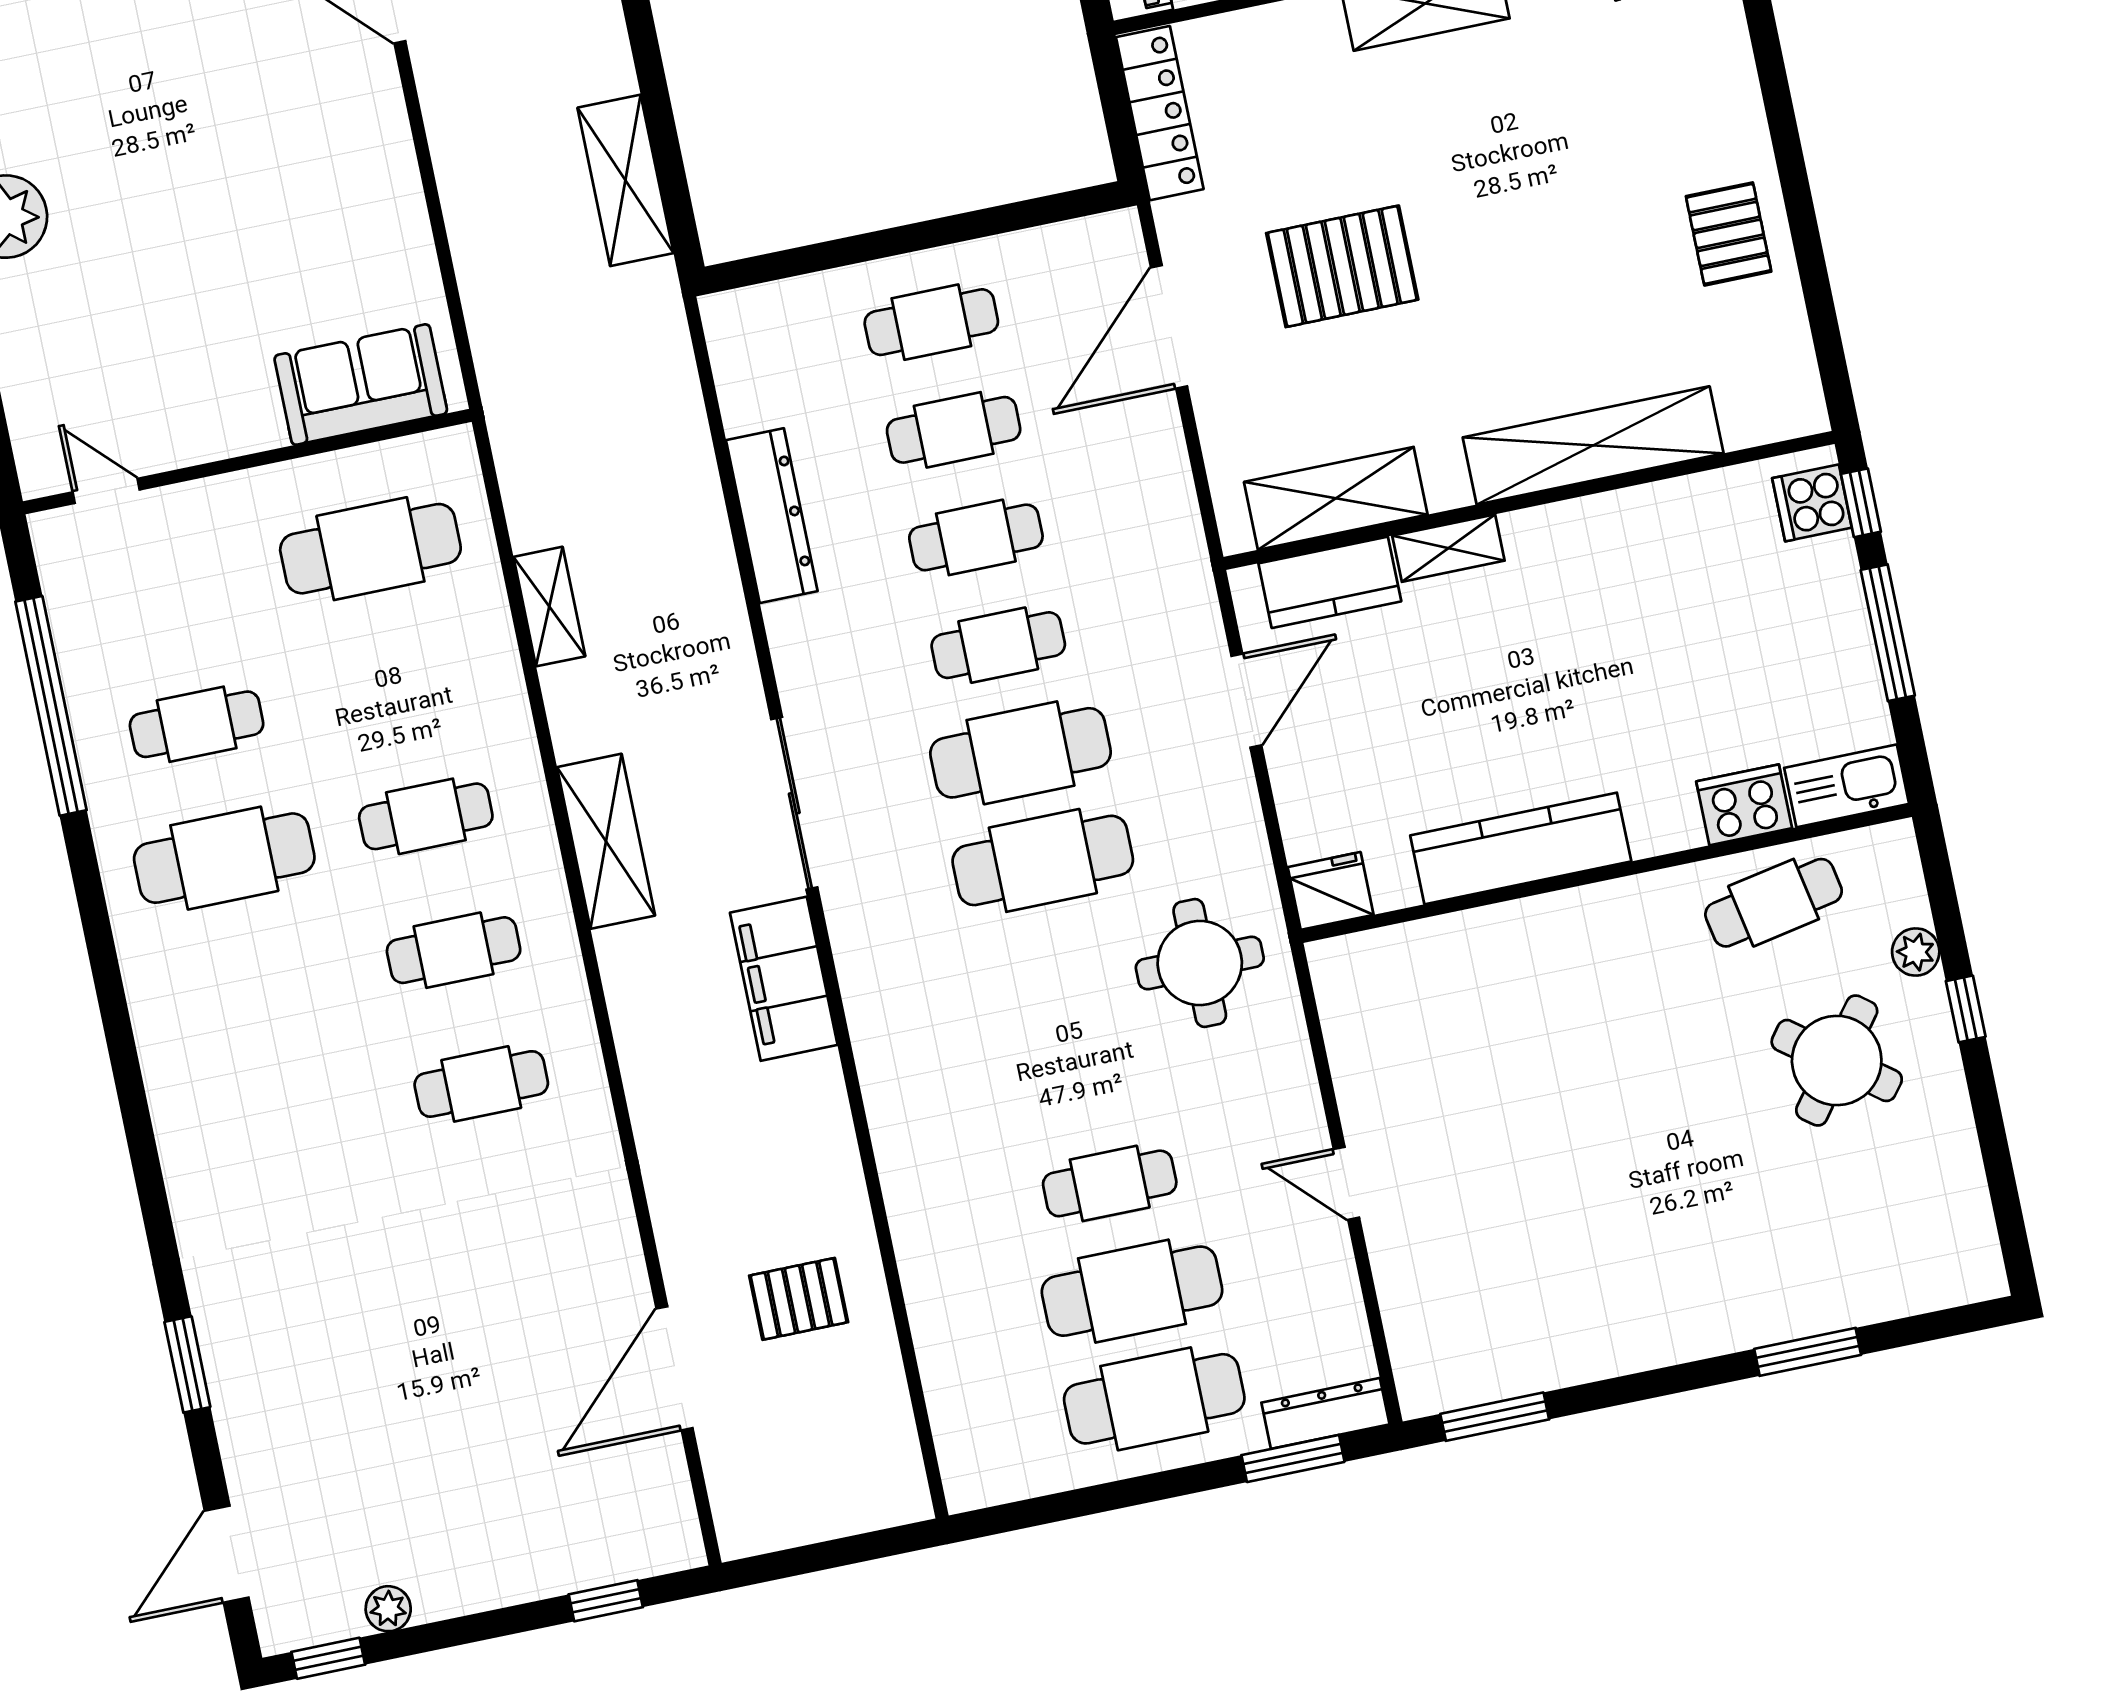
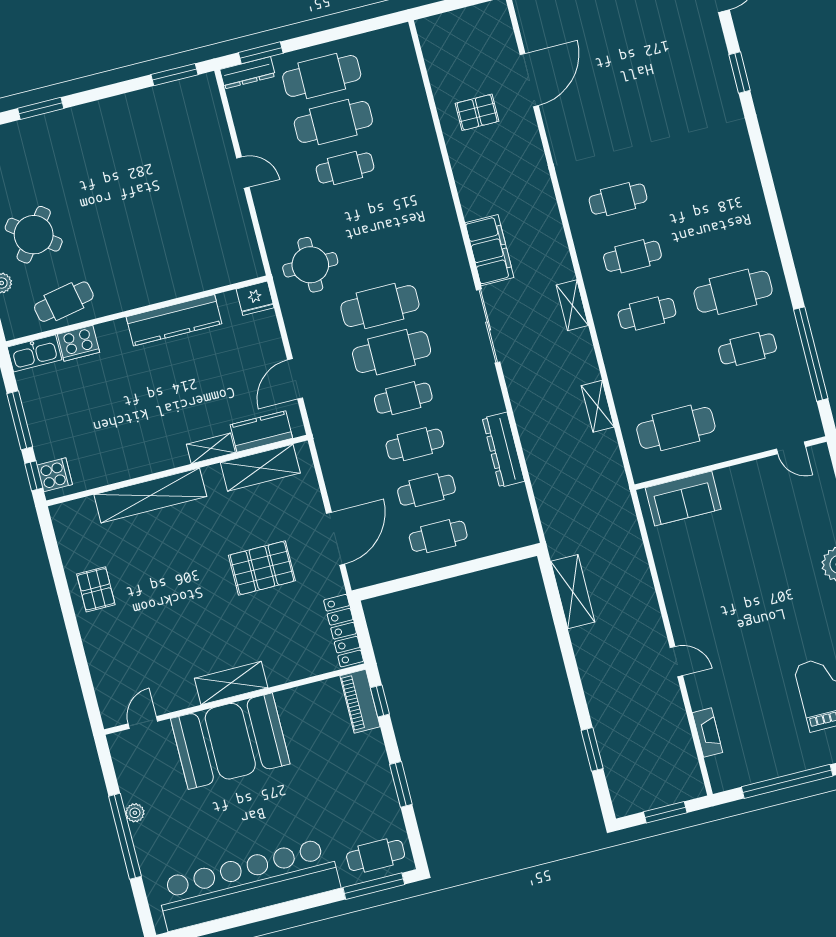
shelving: (606, 841) -> (572, 305), width x0.67, depth x0.75

